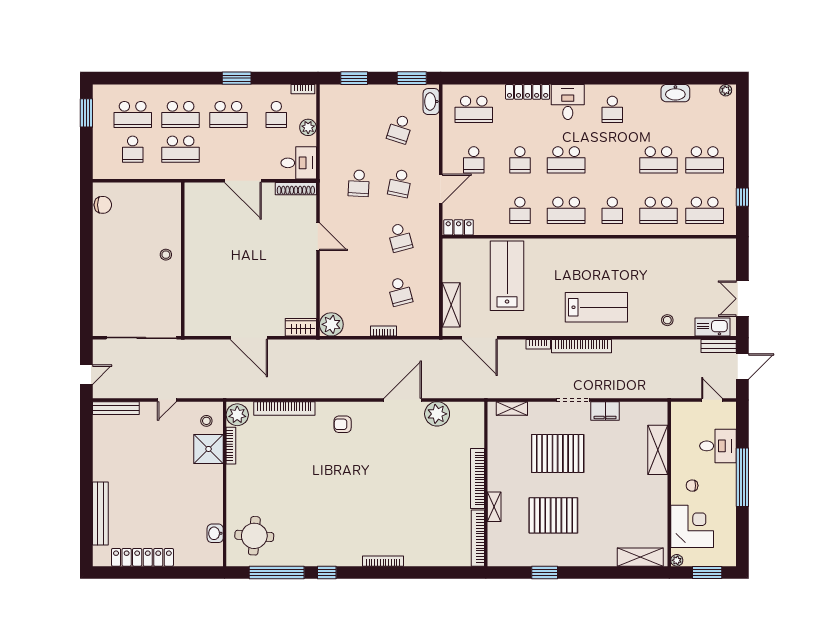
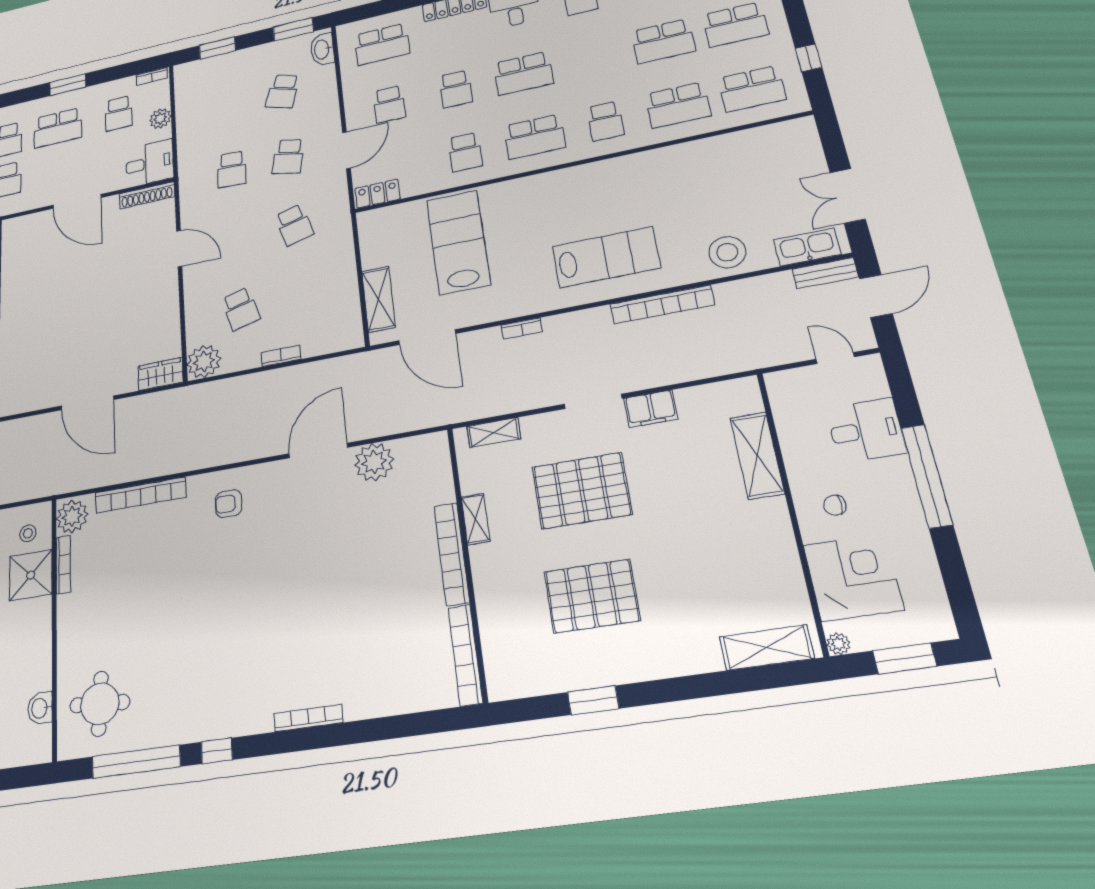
school desk: (400, 292) -> (241, 309), moved
stool: (667, 320) -> (727, 252), width x1.89, depth x1.89
bookcase: (582, 346) -> (662, 304), moved
shelving: (494, 507) -> (476, 519), moved

